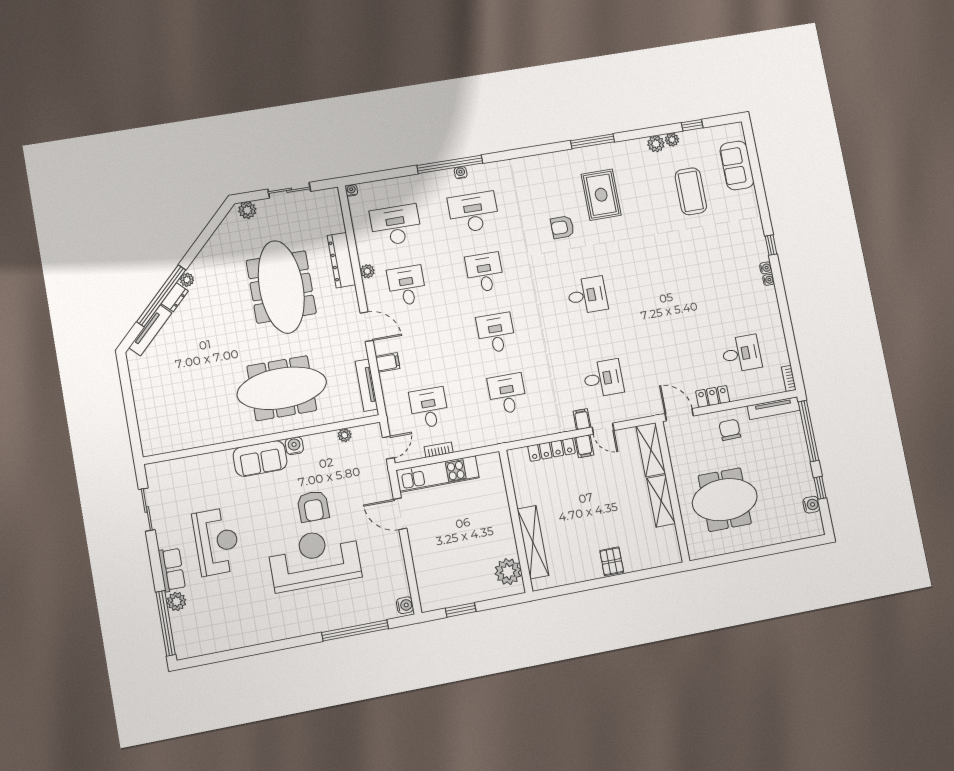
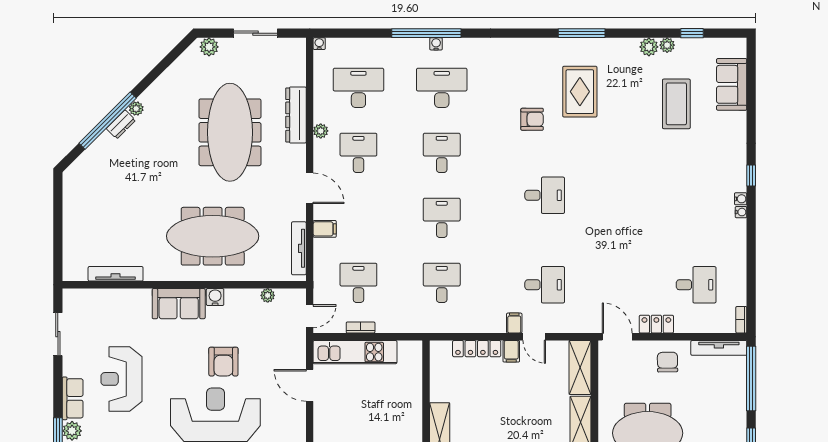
armchair: (562, 227) -> (532, 119), turned 180
tv unit: (150, 330) -> (116, 274), moved, turned -135
reception desk: (217, 542) -> (121, 379), turned 180

